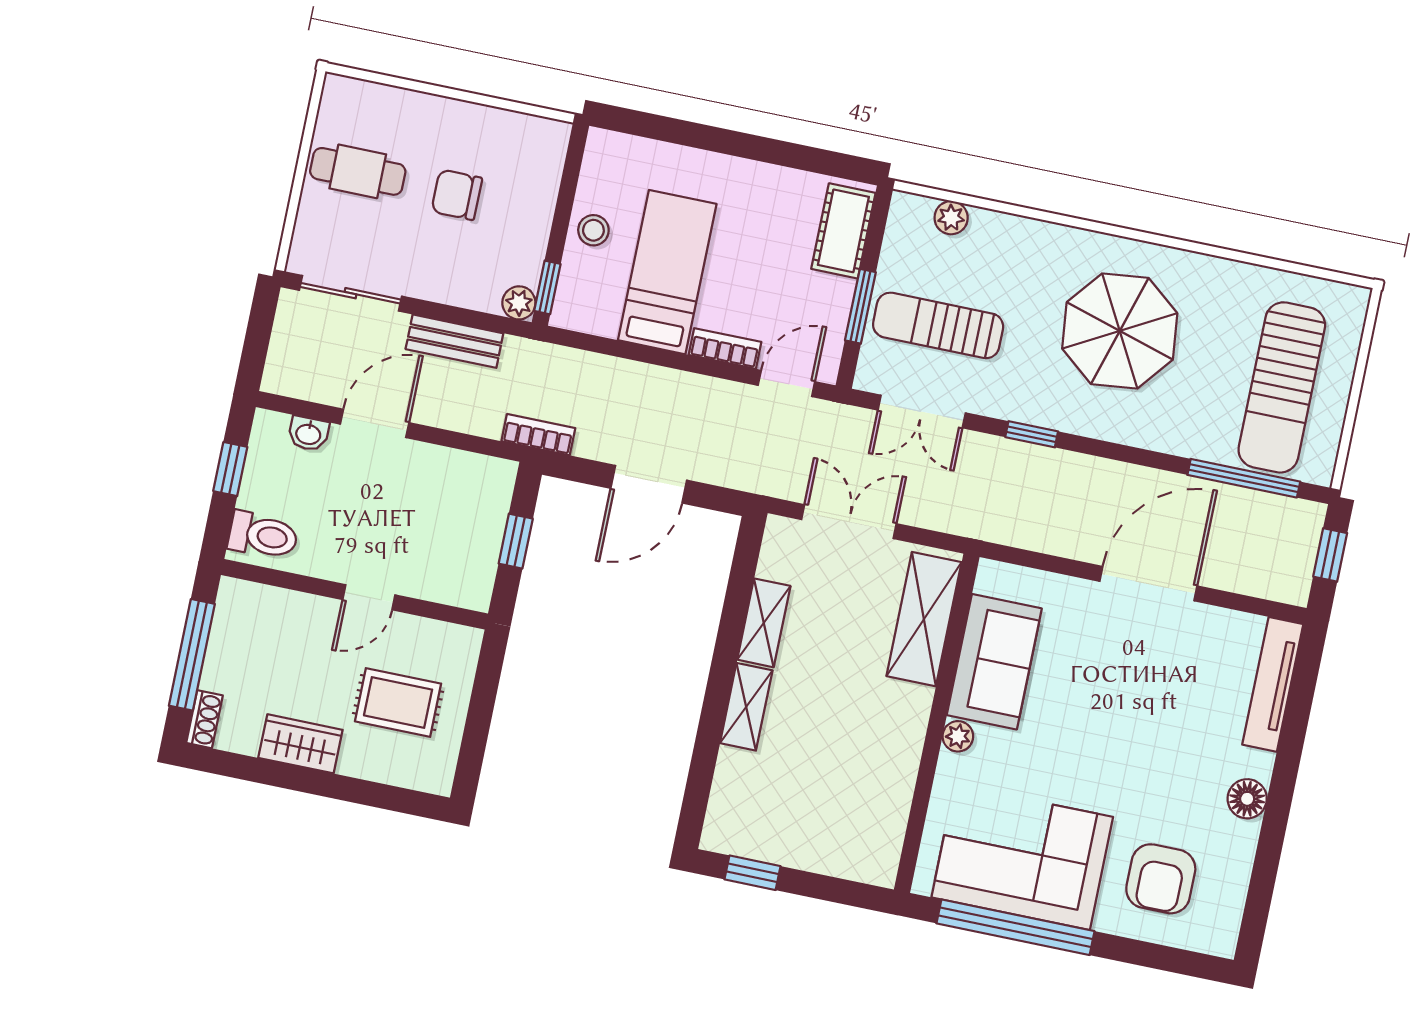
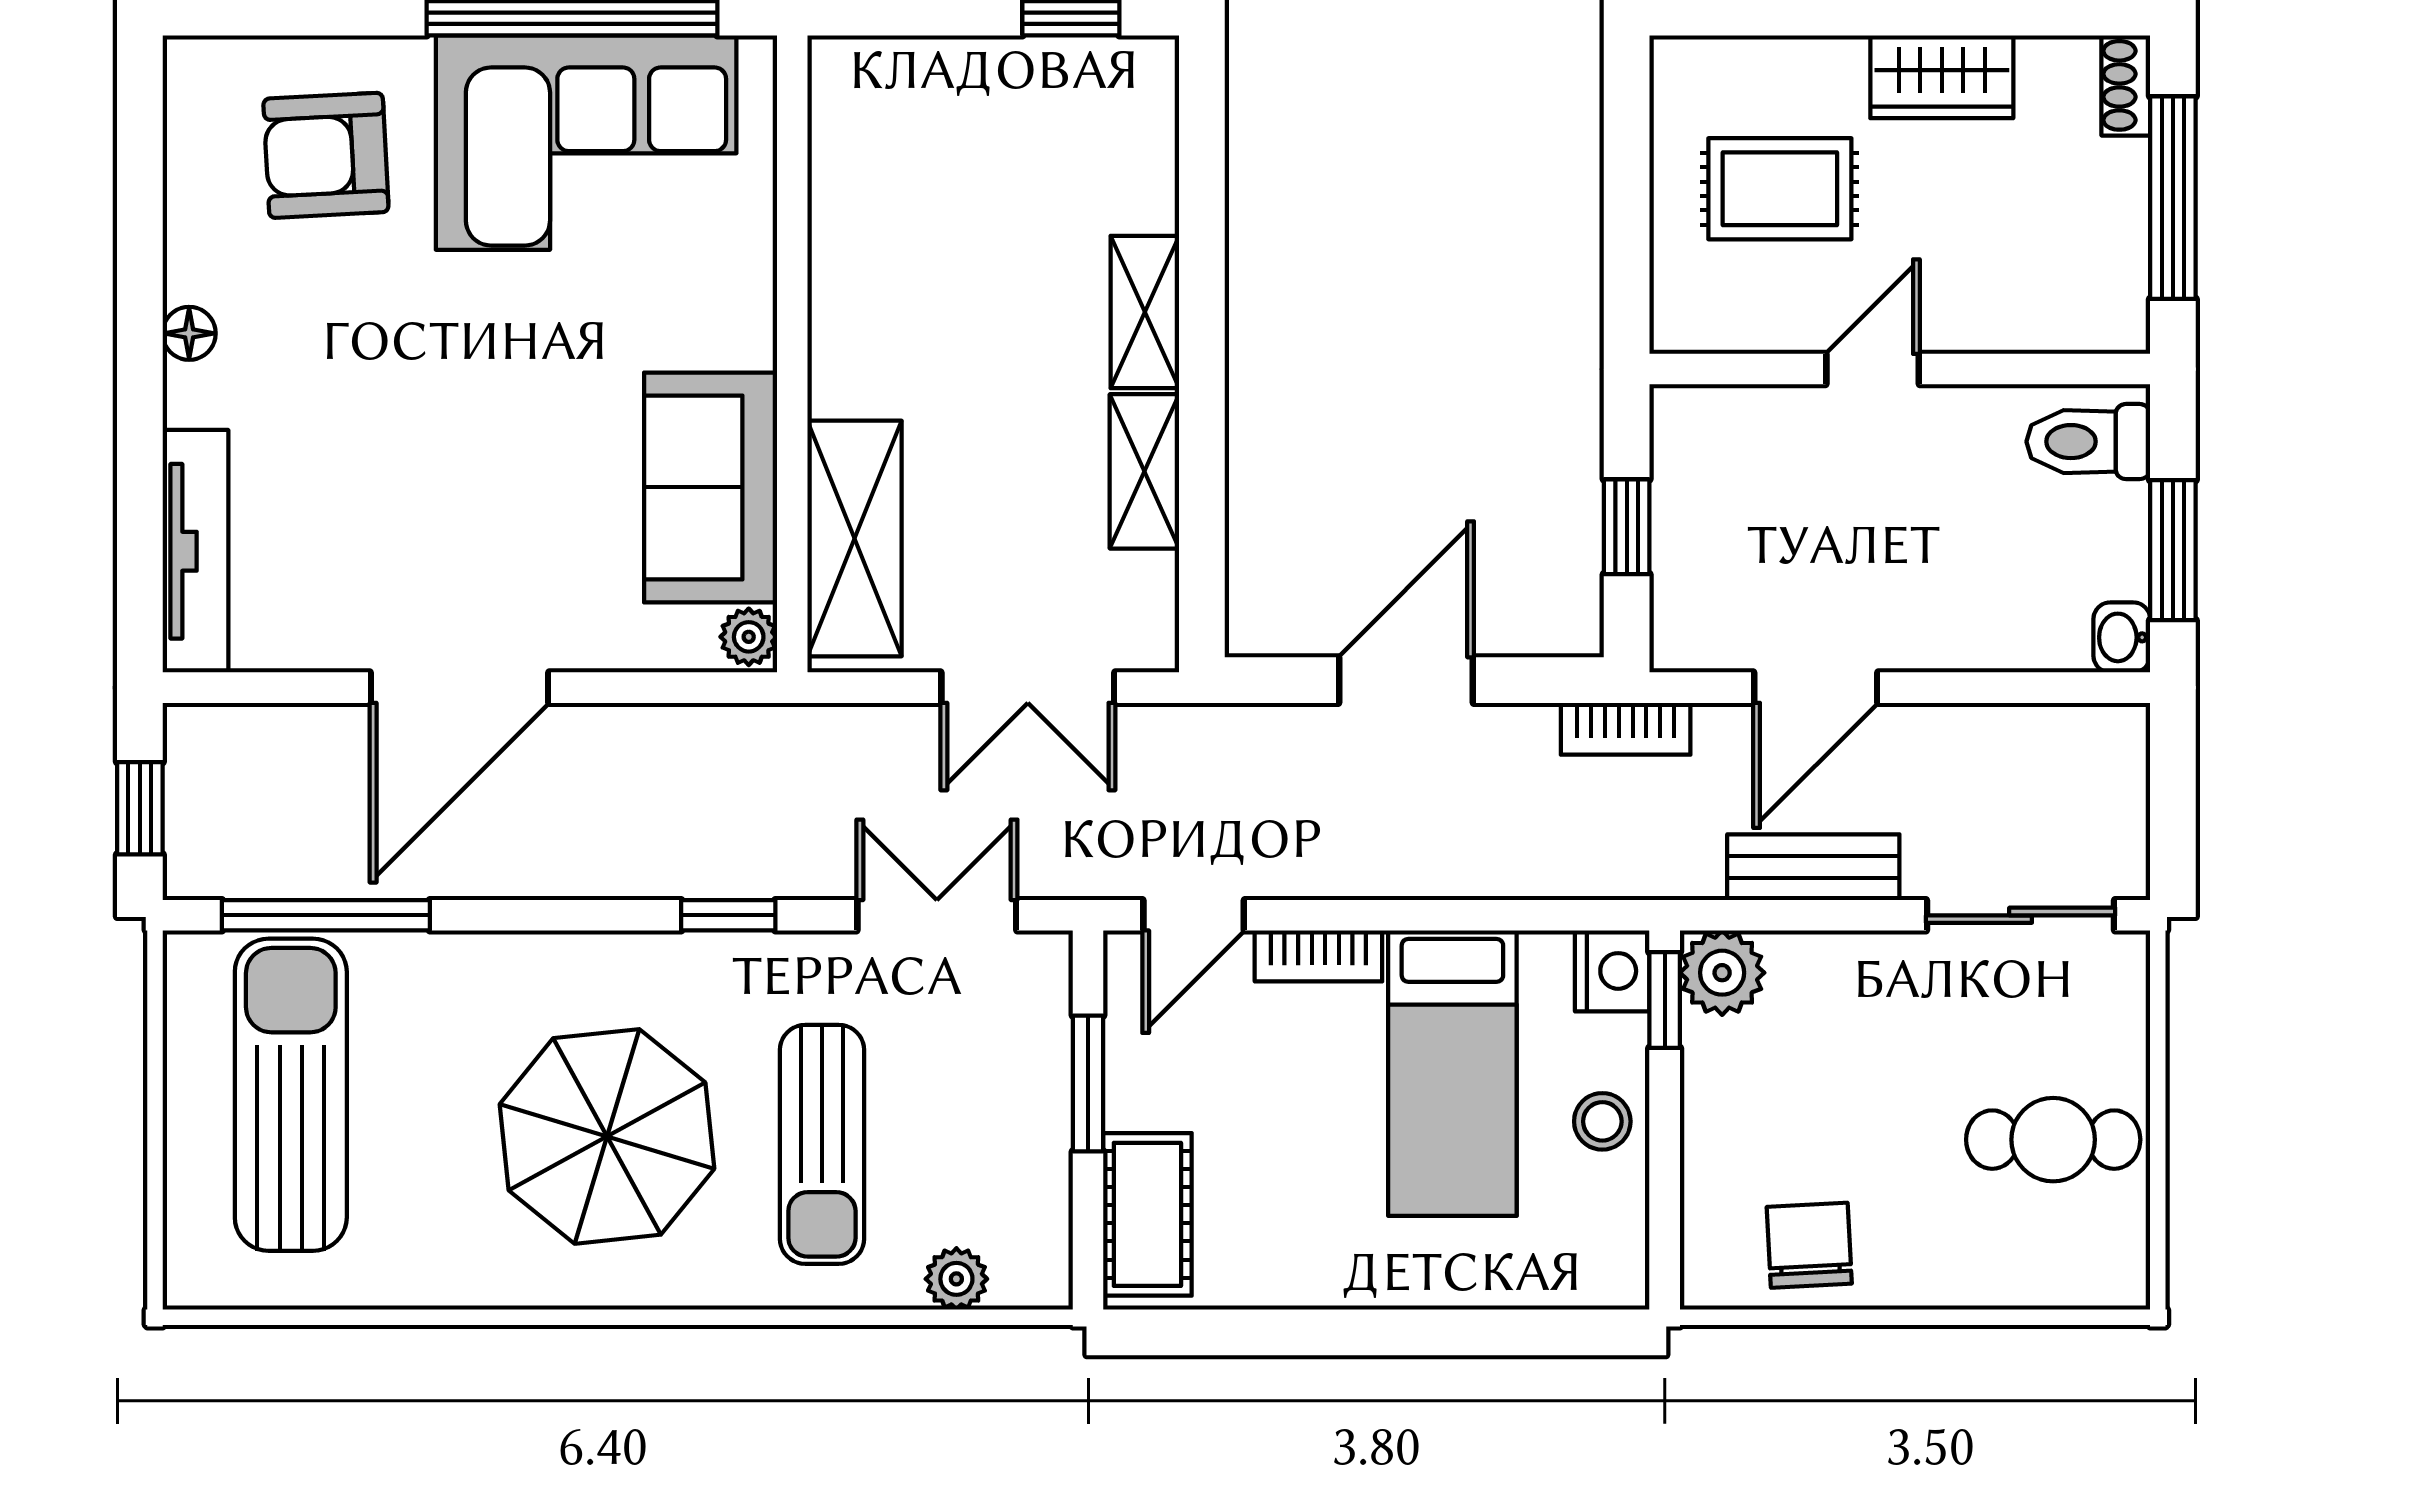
chair: (457, 195) -> (1809, 1245), moved, turned -93
plant: (519, 303) -> (1722, 973), width x1.38, depth x1.38
nightstand: (572, 308) -> (1612, 971), added
sun lounger: (938, 325) -> (822, 1144), moved, turned 90
door: (375, 423) -> (1816, 688), moved
washbasin: (308, 434) -> (2122, 637), moved, turned -90
window: (230, 469) -> (2173, 550), width x1.50
plant: (958, 736) -> (749, 637), moved
floor lamp: (1247, 799) -> (189, 333), width x0.73, depth x0.73
armchair: (1161, 879) -> (326, 155), turned -93

